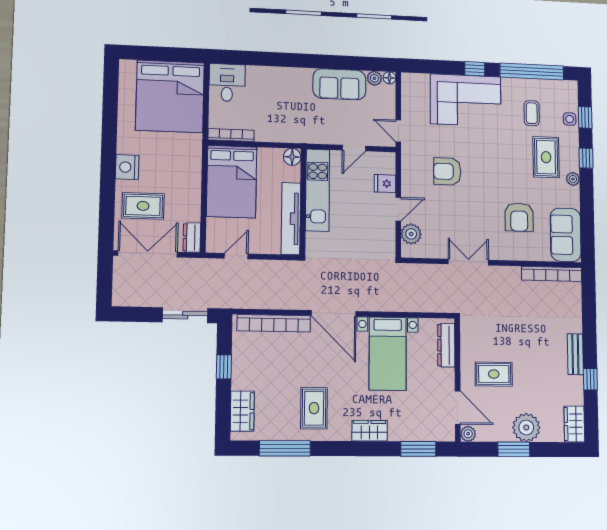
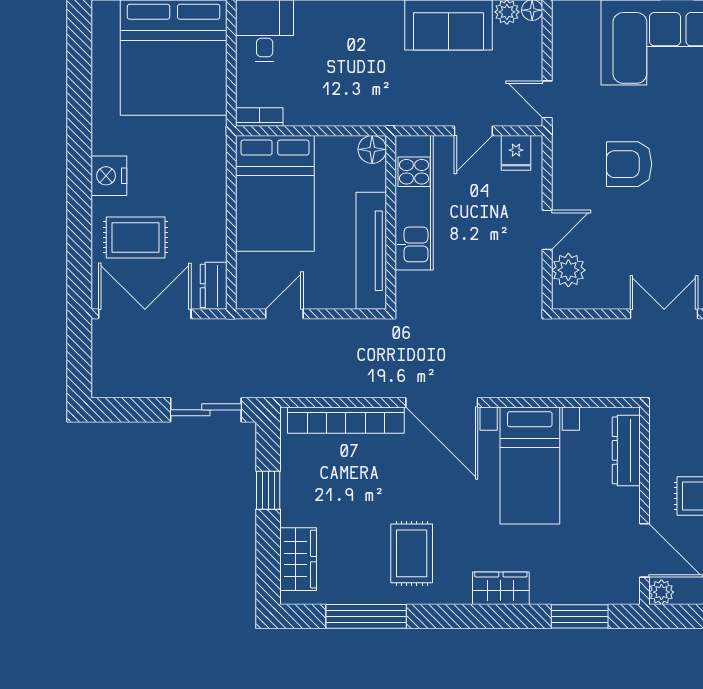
bookcase: (231, 135) -> (259, 117), width x0.64
fridge: (385, 184) -> (516, 153), moved, turned -90

